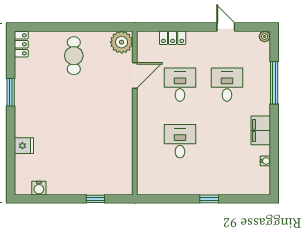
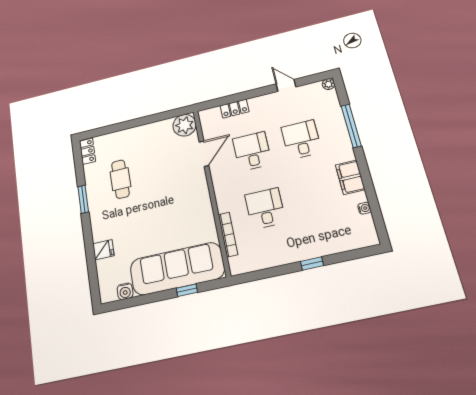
cafe table: (74, 56) -> (120, 179), moved
bookcase: (142, 157) -> (228, 235), added
sofa: (90, 178) -> (177, 269), added

